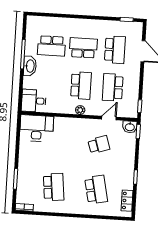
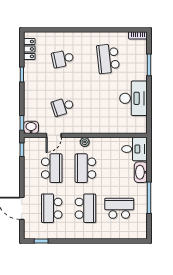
school desk: (83, 48) -> (85, 208), turned -90
washbasin: (30, 66) -> (141, 172), moved
desk: (37, 128) -> (134, 98), moved, turned -90
school desk: (96, 190) -> (63, 59), width x0.54

